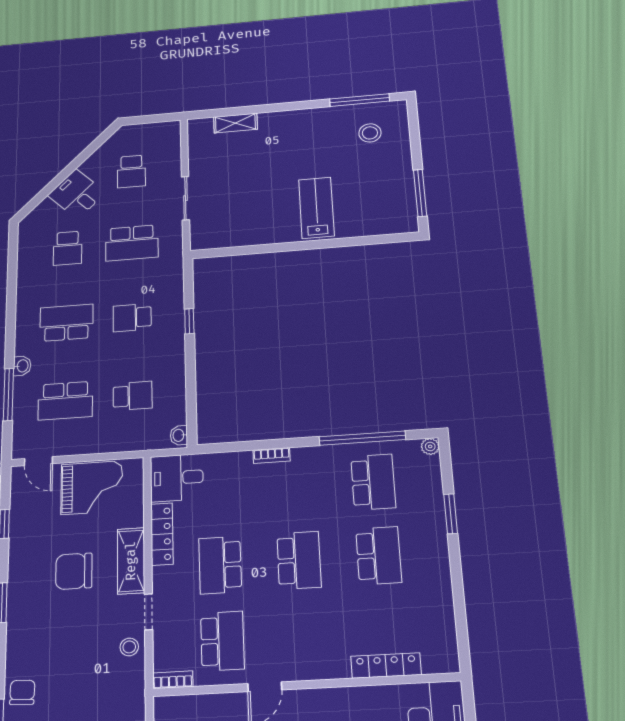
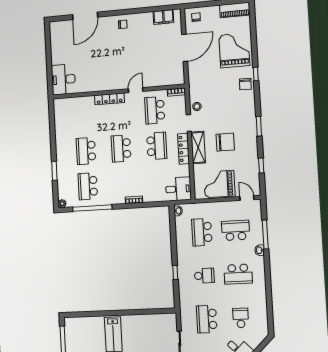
school desk: (132, 243) -> (207, 319), turned -90
school desk: (133, 396) -> (202, 232), width x1.85
locker: (162, 534) -> (184, 149), moved
locker: (386, 666) -> (110, 99), moved

